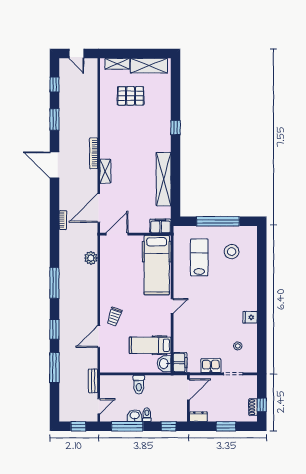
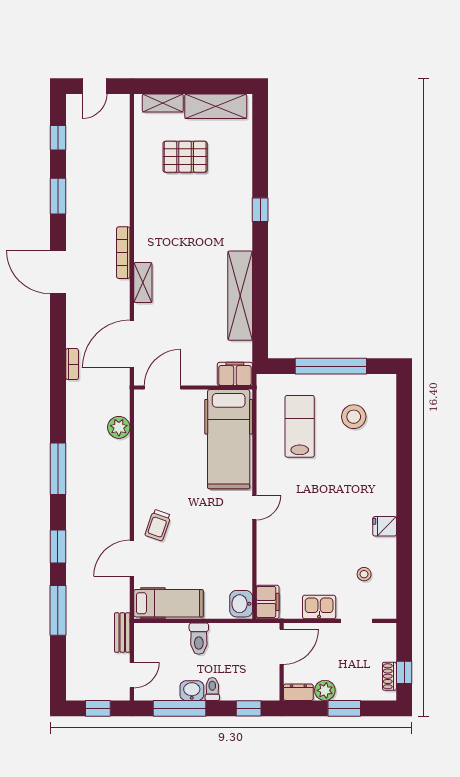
door: (76, 54) -> (95, 86), hinge flipped
hospital bed: (150, 345) -> (168, 603), moved, turned 180
plant: (214, 416) -> (325, 690), added

